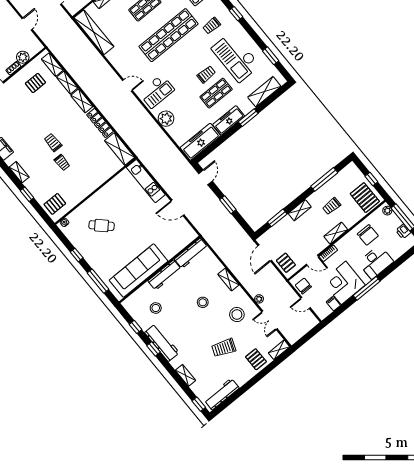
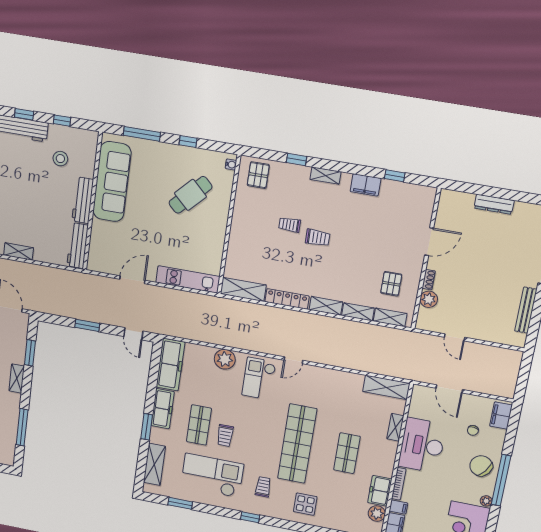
shelving: (94, 32) -> (386, 387), width x0.68
cafe table: (102, 226) -> (190, 195), width x1.37, depth x1.35
stool: (203, 302) -> (21, 206), removed

